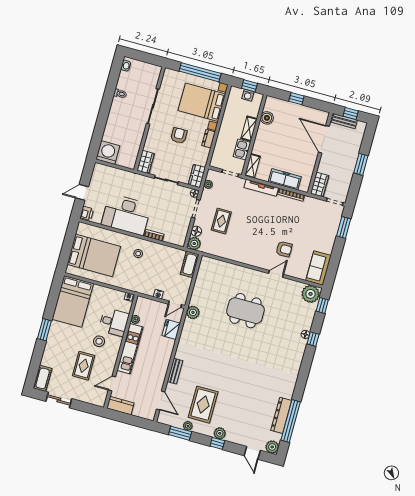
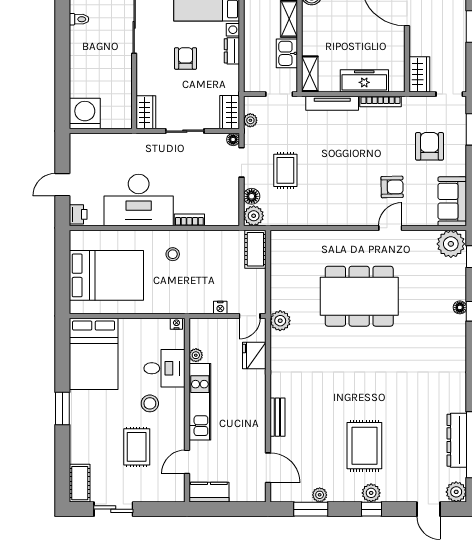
armchair: (314, 230) -> (429, 146), added
dining table: (245, 311) -> (359, 296), width x1.36, depth x1.24
rug: (203, 405) -> (364, 446), moved

